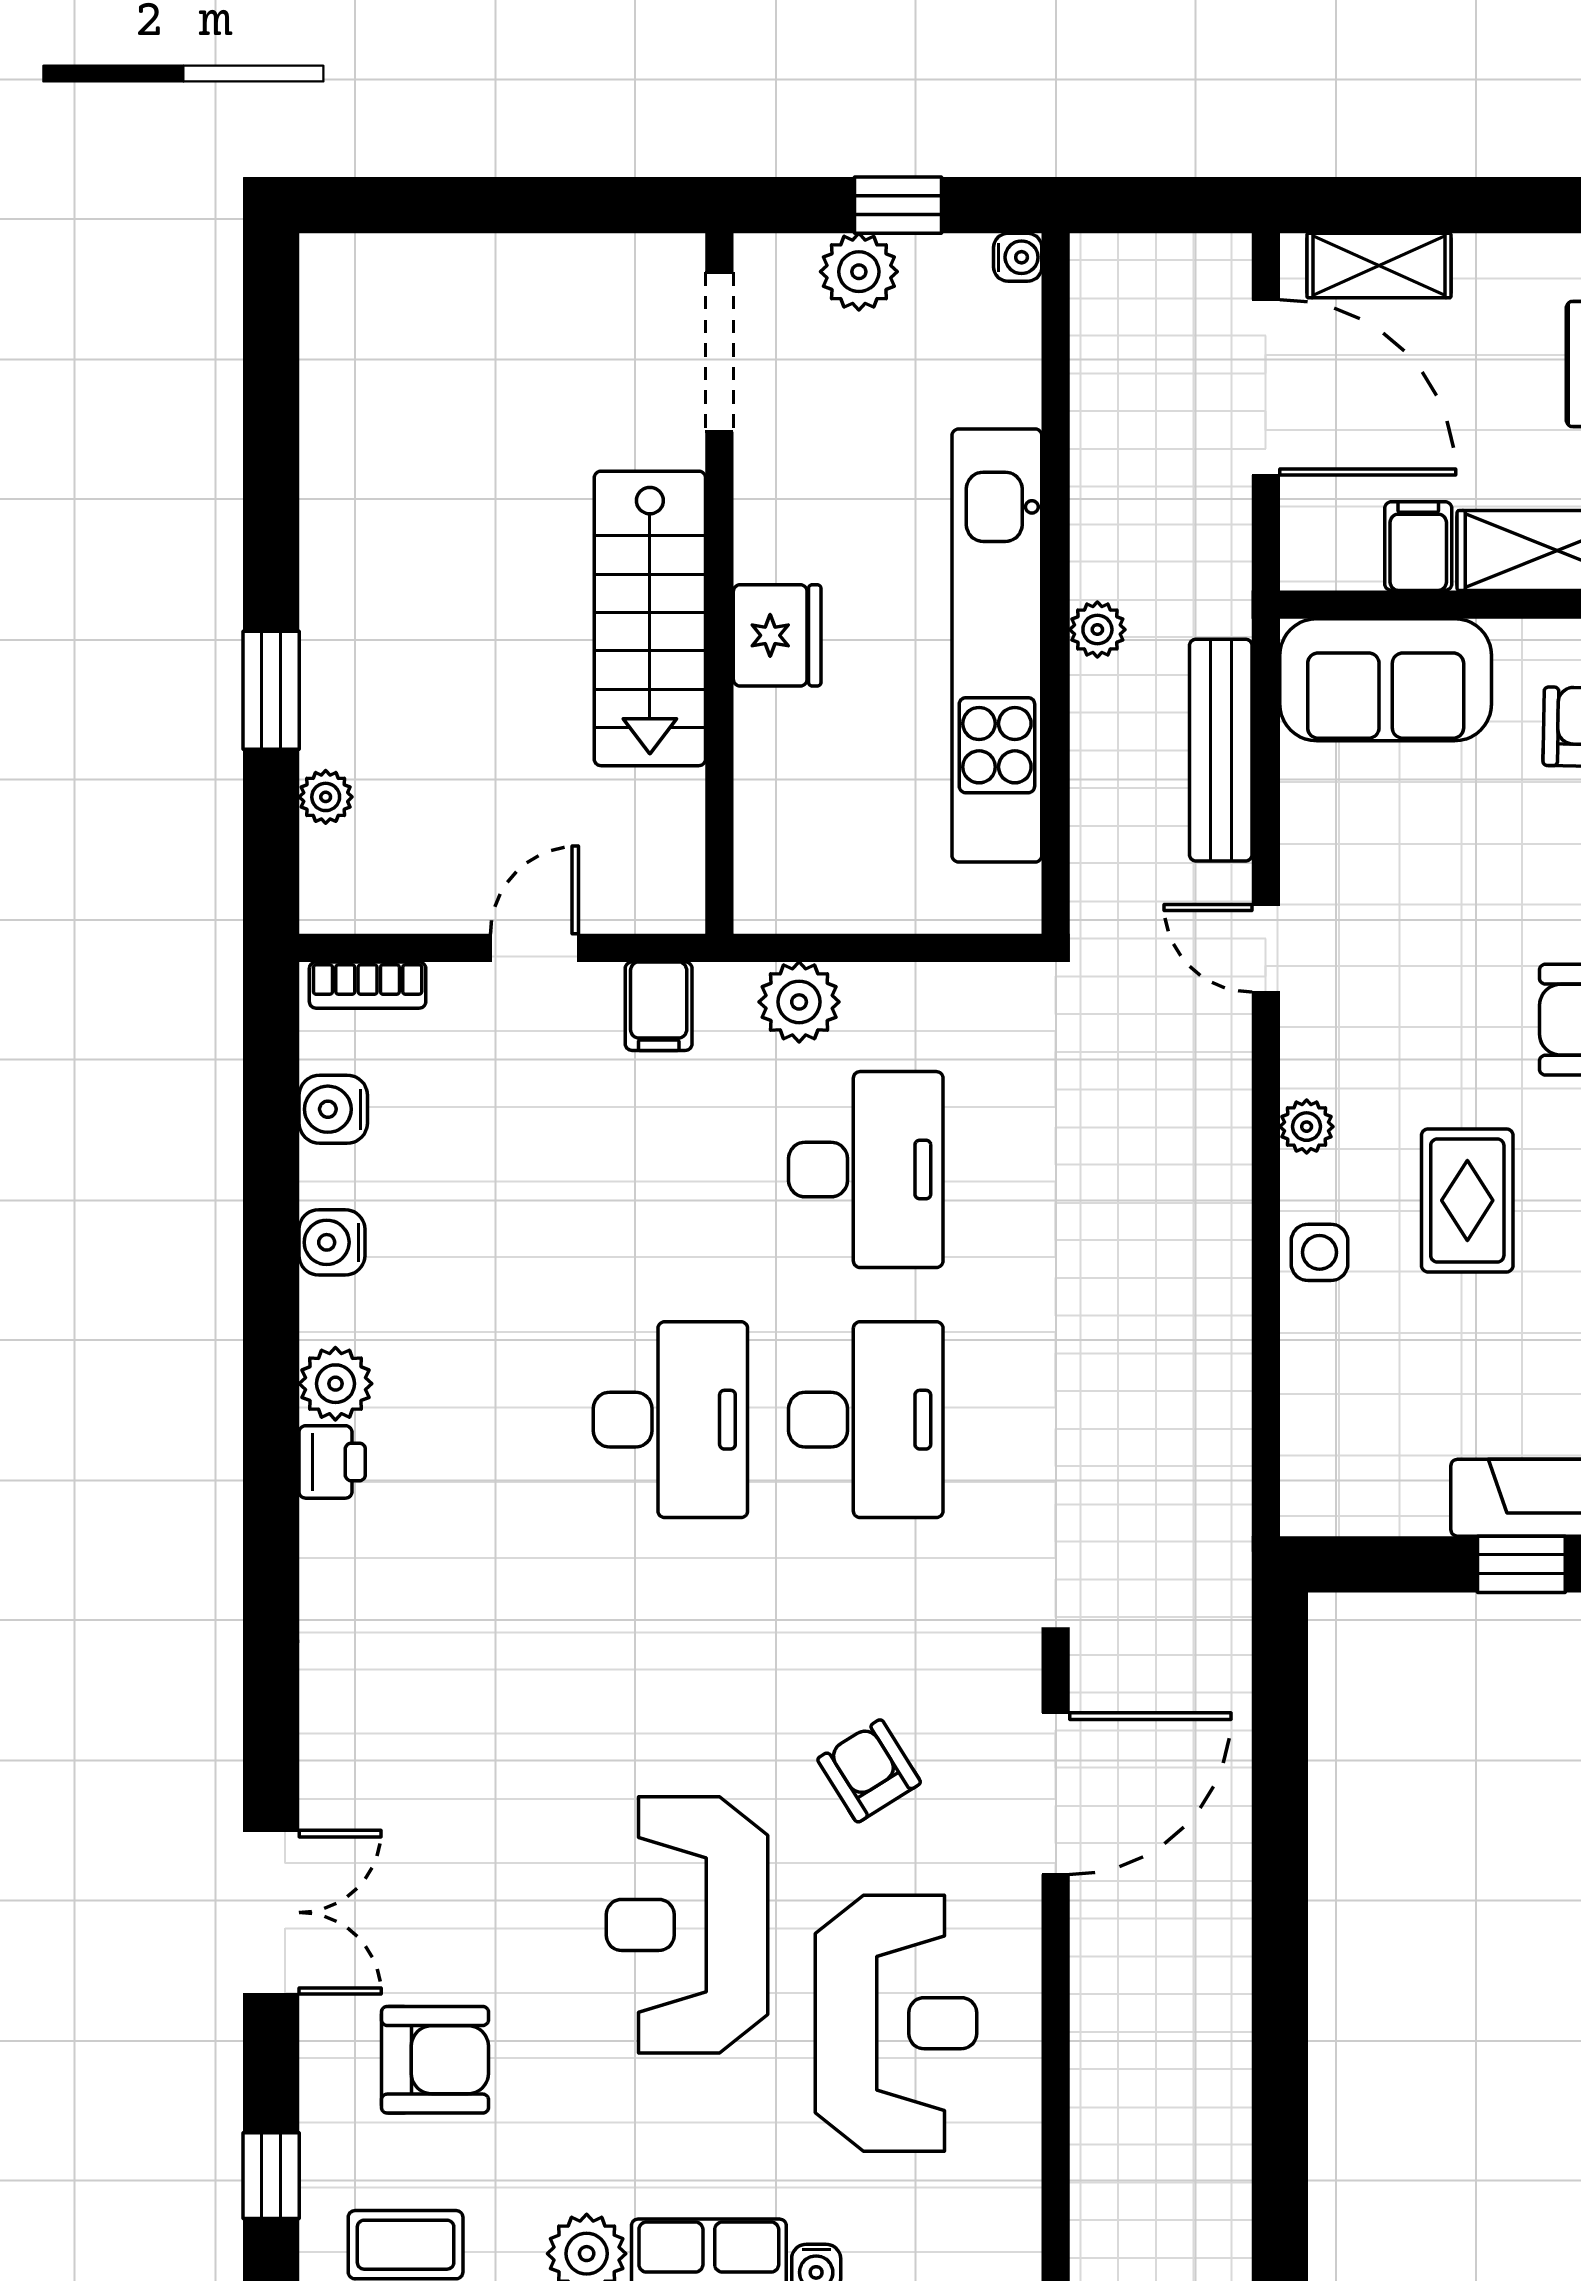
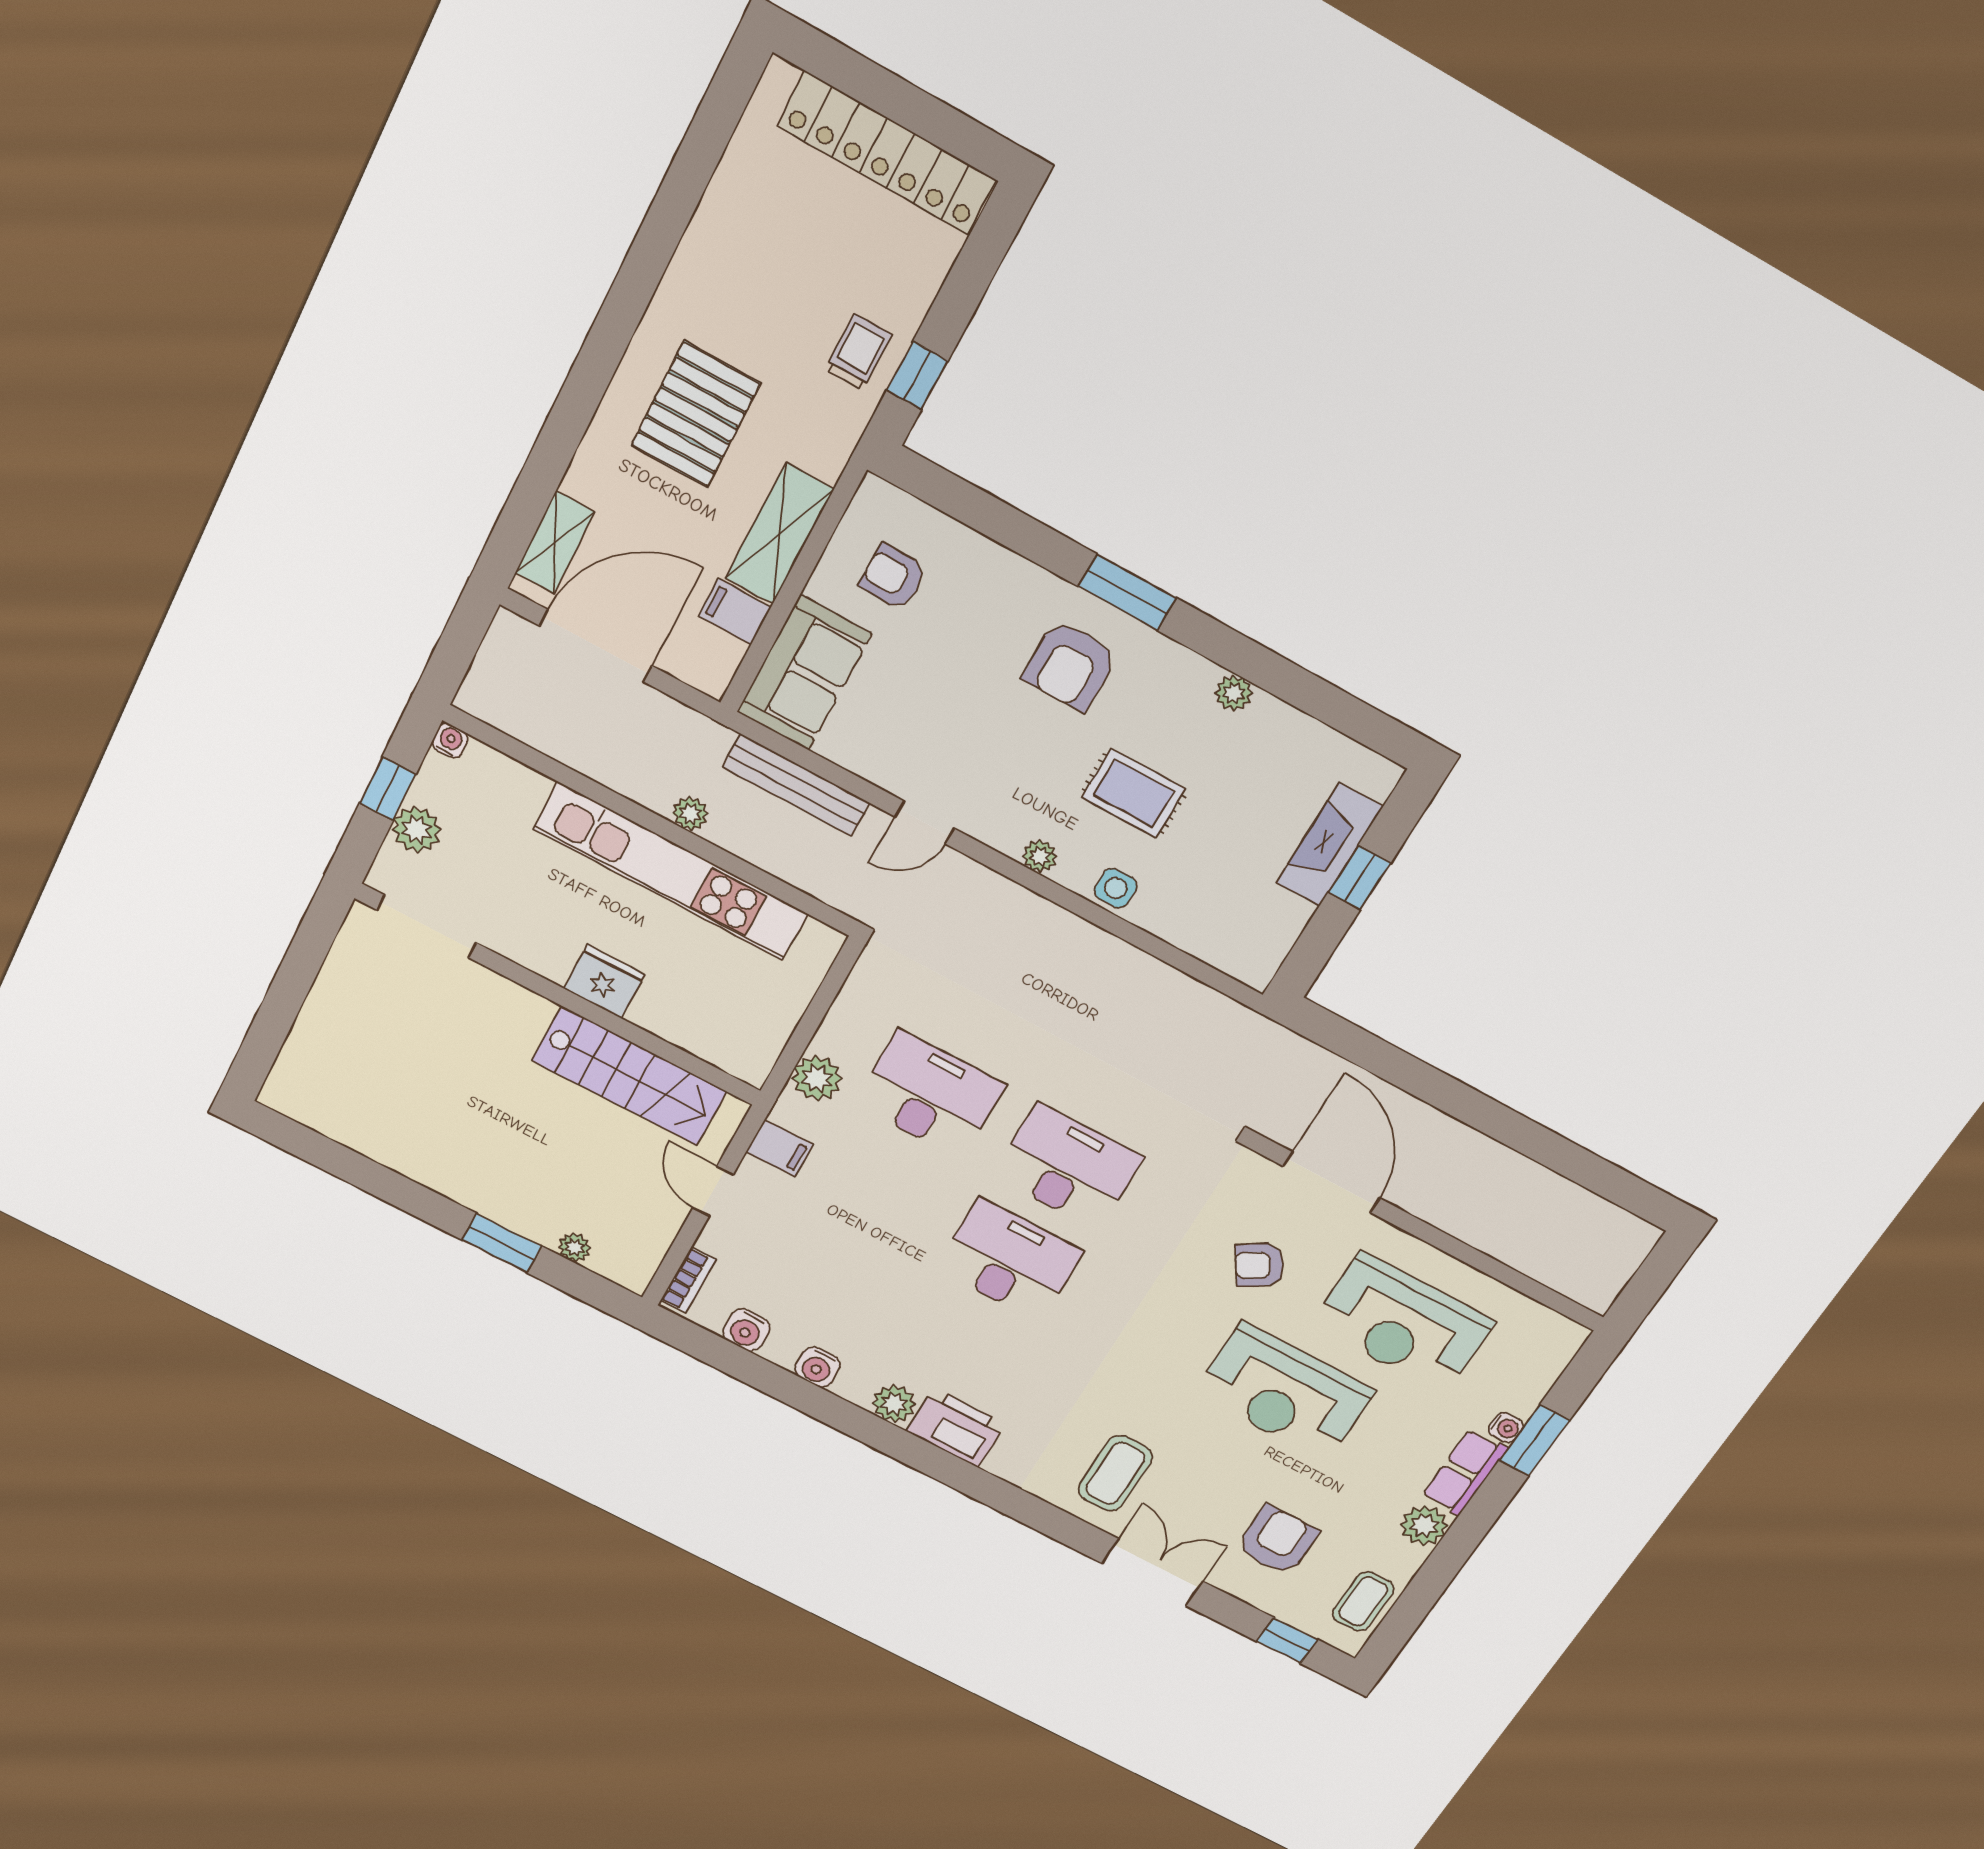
stairs: (650, 618) -> (630, 1076), moved
printer: (332, 1462) -> (956, 1428), width x1.87, depth x1.48
coffee table: (409, 1764) -> (1115, 1473), added
reception desk: (896, 2023) -> (1403, 1323), turned 180

